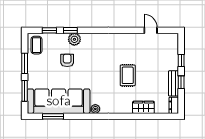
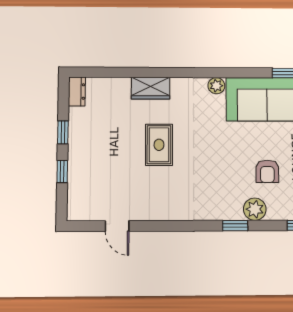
window: (70, 30) -> (235, 226), moved
bench: (173, 83) -> (77, 130), removed
wardrobe: (143, 107) -> (151, 88), moved

